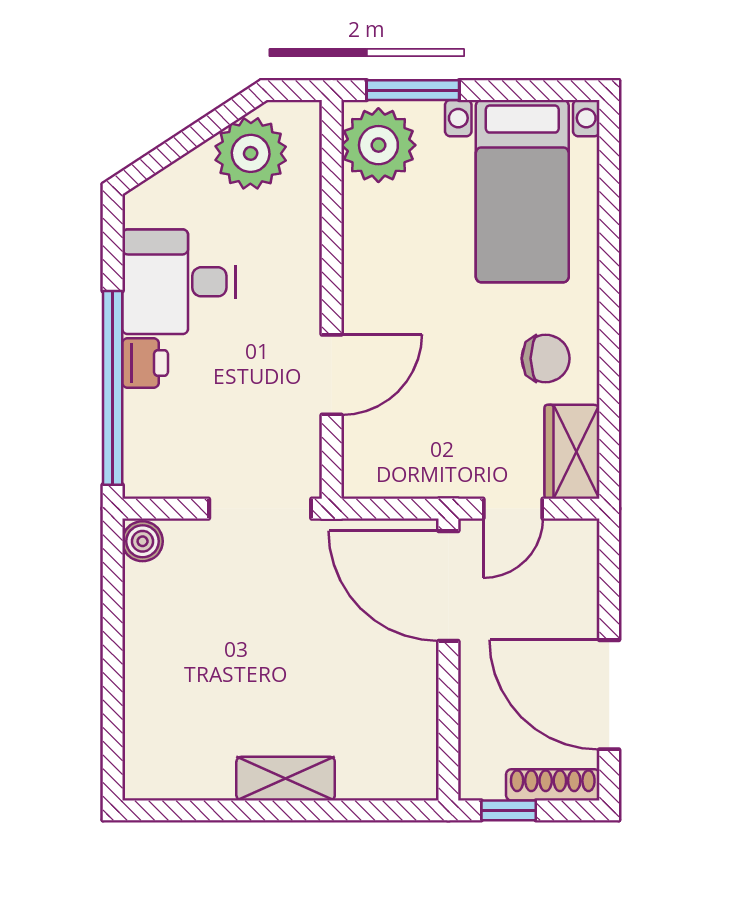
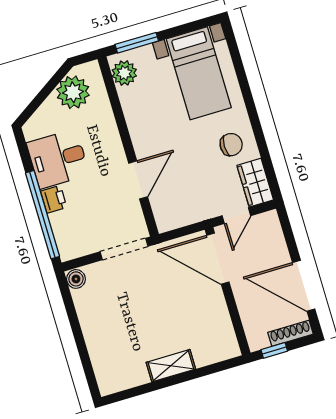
plant: (378, 145) -> (124, 73), width x0.73, depth x0.73

